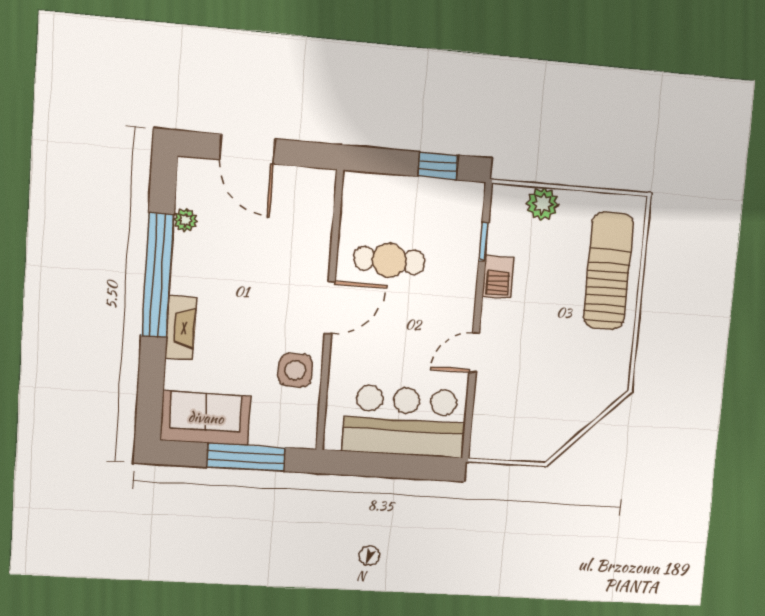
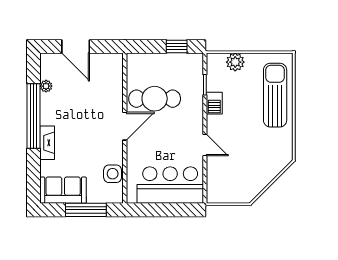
cafe table: (389, 260) -> (155, 99), width x1.37, depth x1.35
door: (474, 352) -> (205, 145), swing flipped
side table: (295, 370) -> (113, 174), moved

